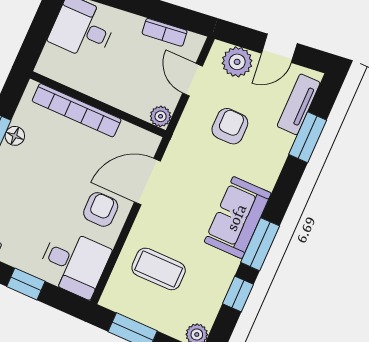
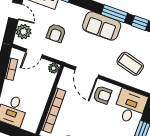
armchair: (230, 126) -> (56, 33), turned -90
armchair: (101, 209) -> (102, 95), turned 180
coffee table: (159, 269) -> (130, 64), turned -75

